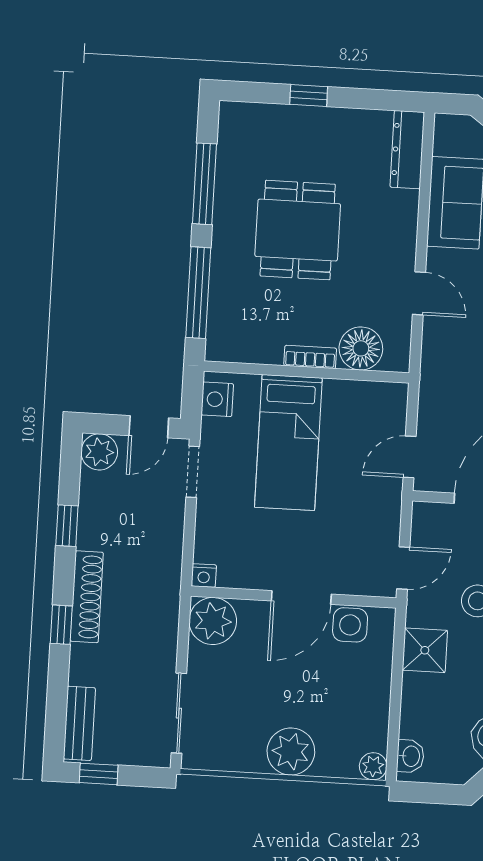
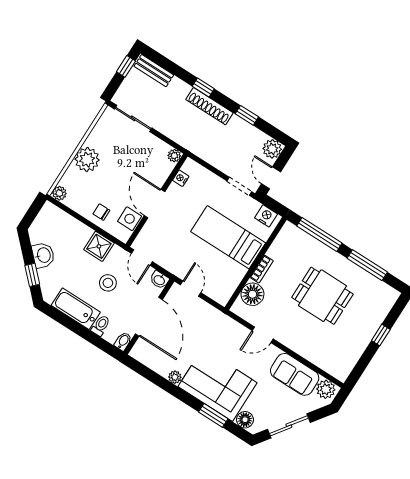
plant: (451, 137) -> (326, 389), added
dresser: (407, 150) -> (331, 366), removed
nightstand: (204, 576) -> (181, 178), moved
plant: (213, 621) -> (174, 156), width x0.53, depth x0.53
chair: (365, 678) -> (101, 212), added
washbasin: (410, 756) -> (159, 280), moved

